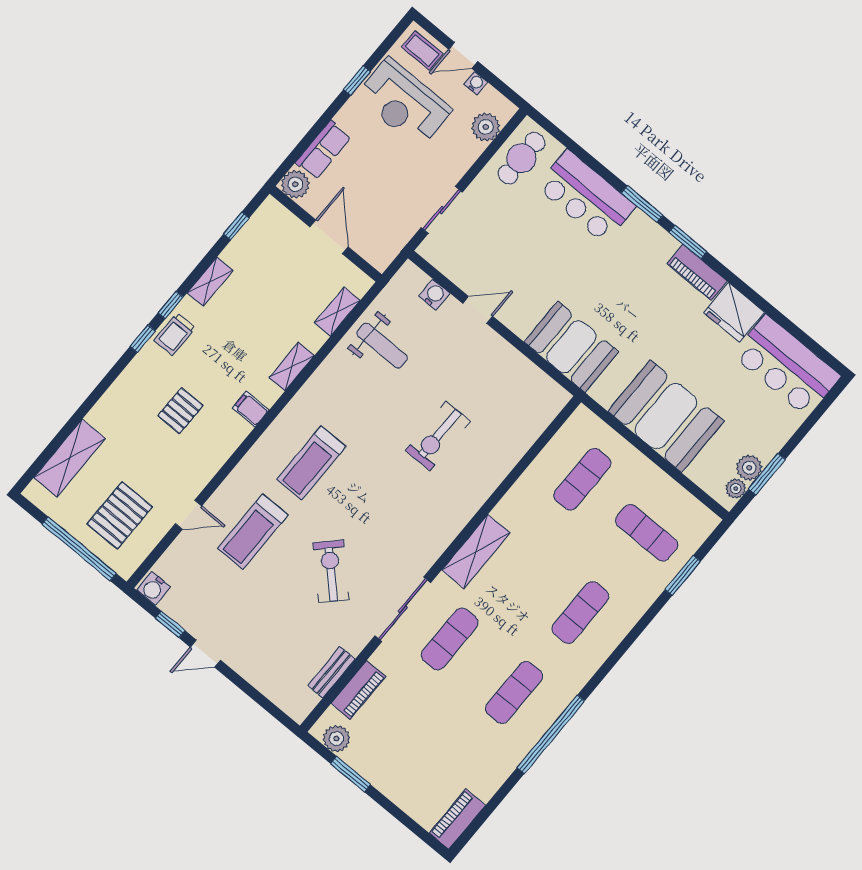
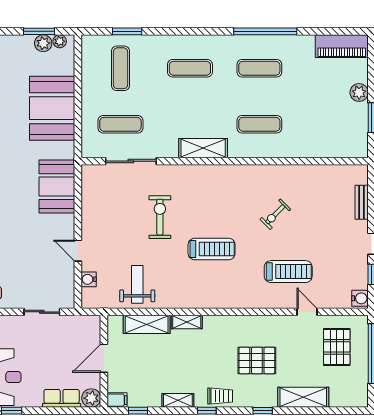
shelving: (337, 312) -> (147, 324), width x1.50, depth x1.33
window: (143, 339) -> (263, 411), moved
filing cabinet: (251, 409) -> (117, 400), moved, turned -90
pallet: (180, 411) -> (257, 360), width x1.50, depth x1.42
exercise bike: (438, 436) -> (160, 217), turned -90
shelving: (70, 458) -> (303, 397), moved
treadmill: (311, 463) -> (212, 249), moved
pallet: (120, 515) -> (337, 347), turned 90
exercise bike: (331, 571) -> (275, 214), width x0.73, depth x0.72
sliding door: (403, 609) -> (131, 161), moved
bench: (331, 672) -> (362, 202), moved, turned 90
piano: (358, 690) -> (325, 149), removed
plant: (336, 739) -> (359, 92), moved
piano: (457, 819) -> (342, 46), width x1.37, depth x1.33

